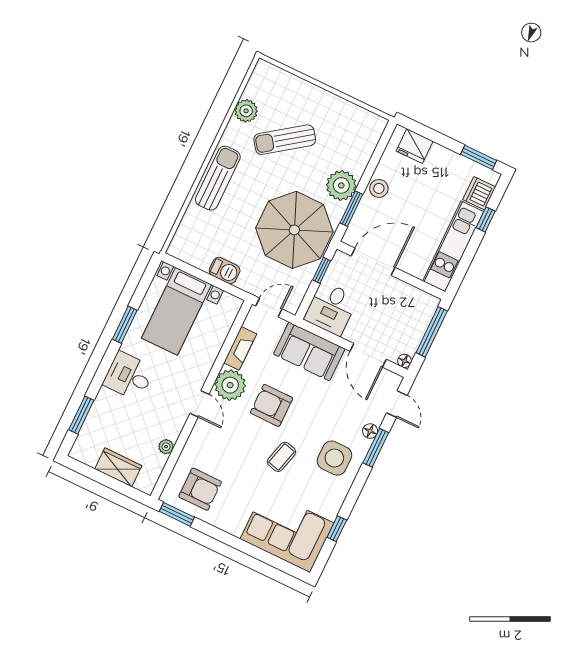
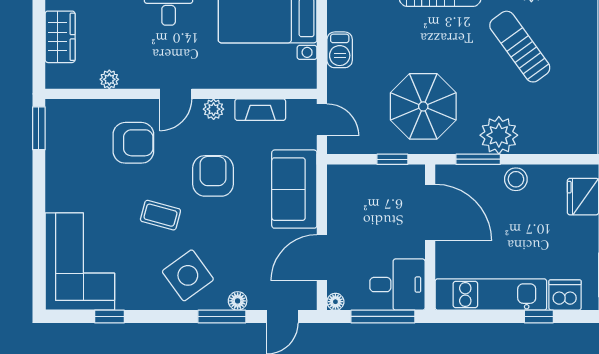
parasol: (294, 230) -> (423, 106), width x0.73, depth x0.73
desk: (331, 308) -> (397, 285), moved, turned 180
plant: (230, 385) -> (214, 109), width x0.53, depth x0.53
side table: (334, 458) -> (188, 275), turned -36
armchair: (200, 489) -> (133, 143), moved, turned -90

